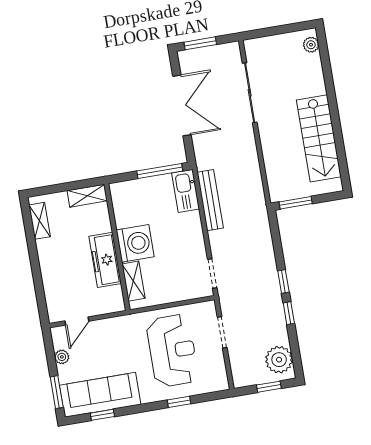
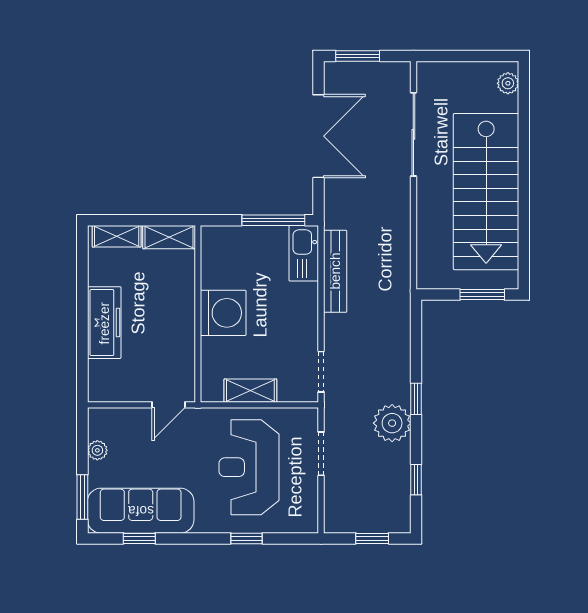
stairs: (319, 138) -> (486, 192), width x1.36, depth x1.51
window: (296, 203) -> (482, 295), moved
shelving: (40, 221) -> (117, 236), moved, turned 90
freezer: (105, 260) -> (104, 323), moved, turned 180
shelving: (133, 281) -> (250, 391), moved, turned 90
window: (289, 313) -> (416, 480), moved
door: (77, 321) -> (169, 405), moved
reception desk: (172, 351) -> (249, 467), turned 180
plant: (279, 360) -> (392, 423), moved

